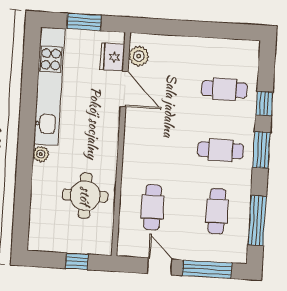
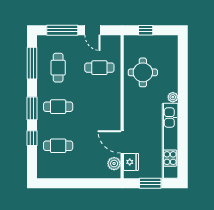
cafe table: (152, 207) -> (99, 68), turned 90

